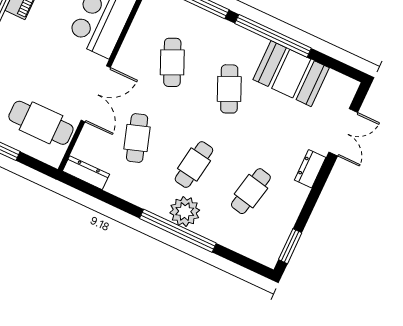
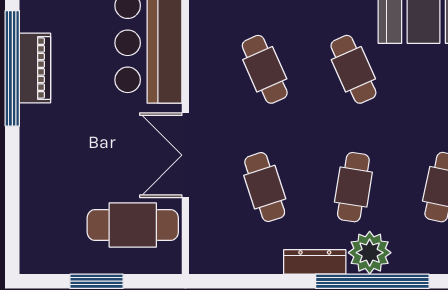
double door: (96, 94) -> (185, 155), swing flipped
dresser: (86, 173) -> (315, 262), moved

